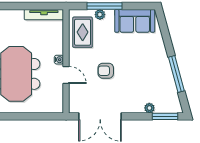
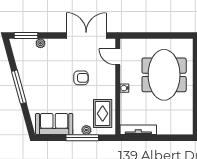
window: (176, 74) -> (19, 87), moved
door: (66, 75) -> (118, 57), moved

